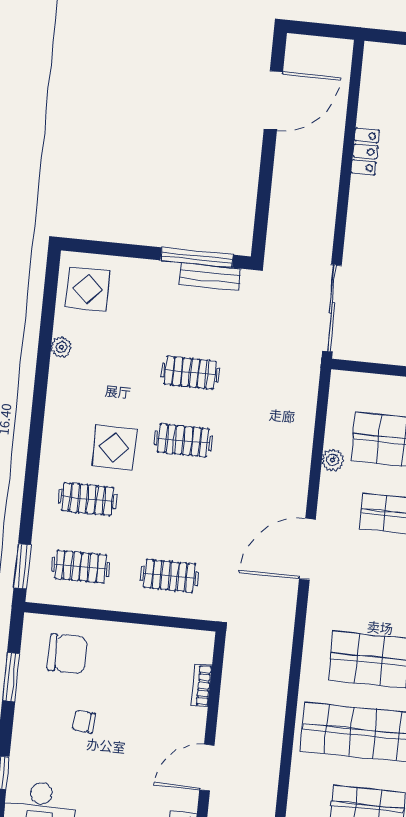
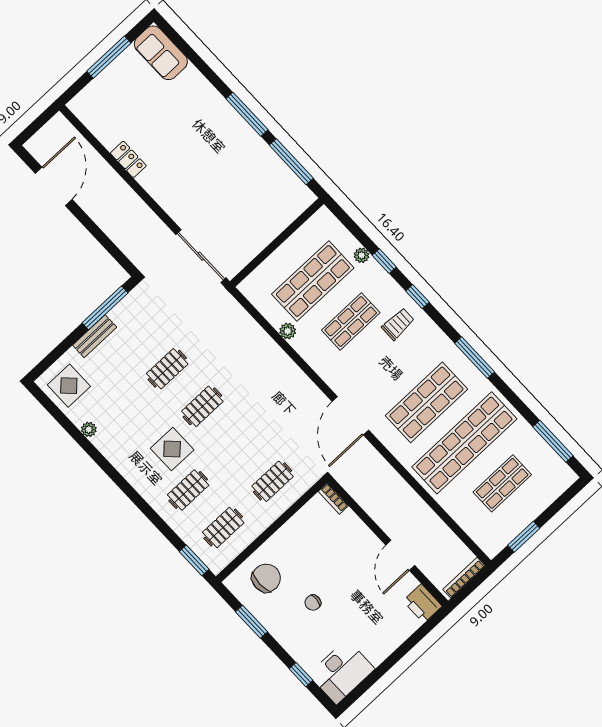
bench: (210, 277) -> (95, 336), moved
door: (307, 549) -> (350, 416), moved
bookcase: (202, 685) -> (333, 499), moved

